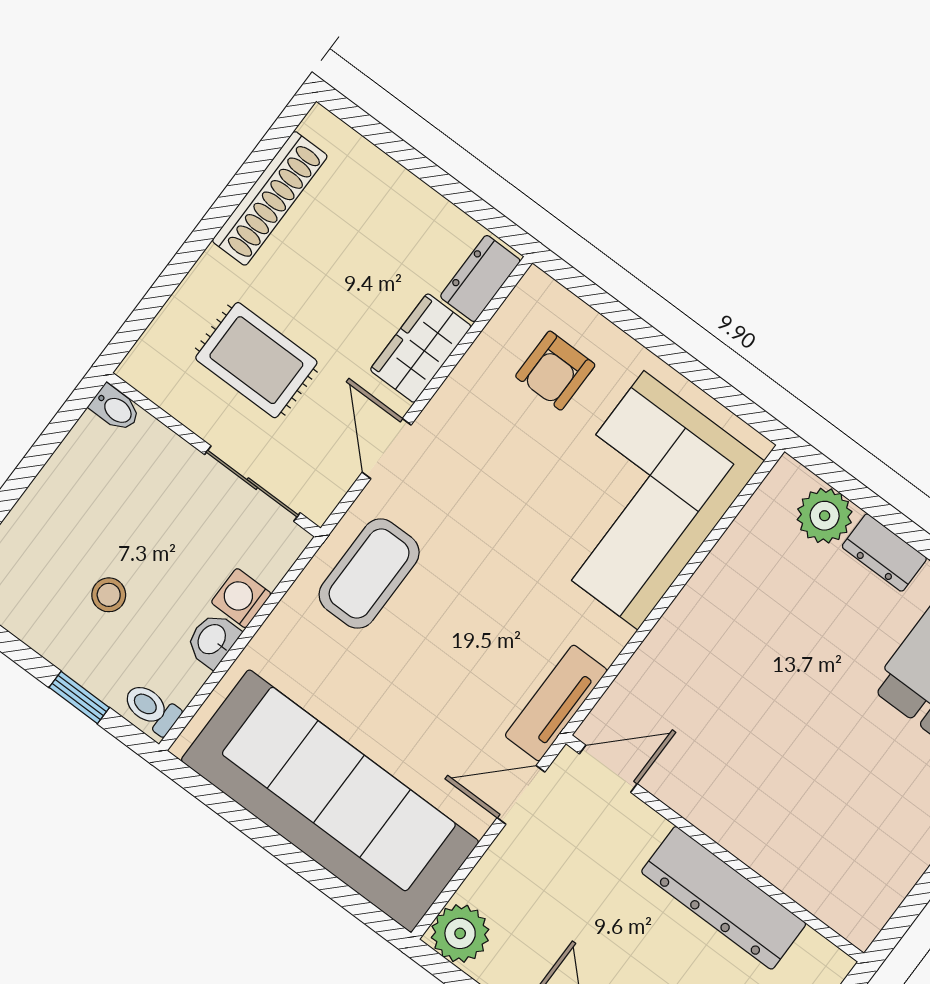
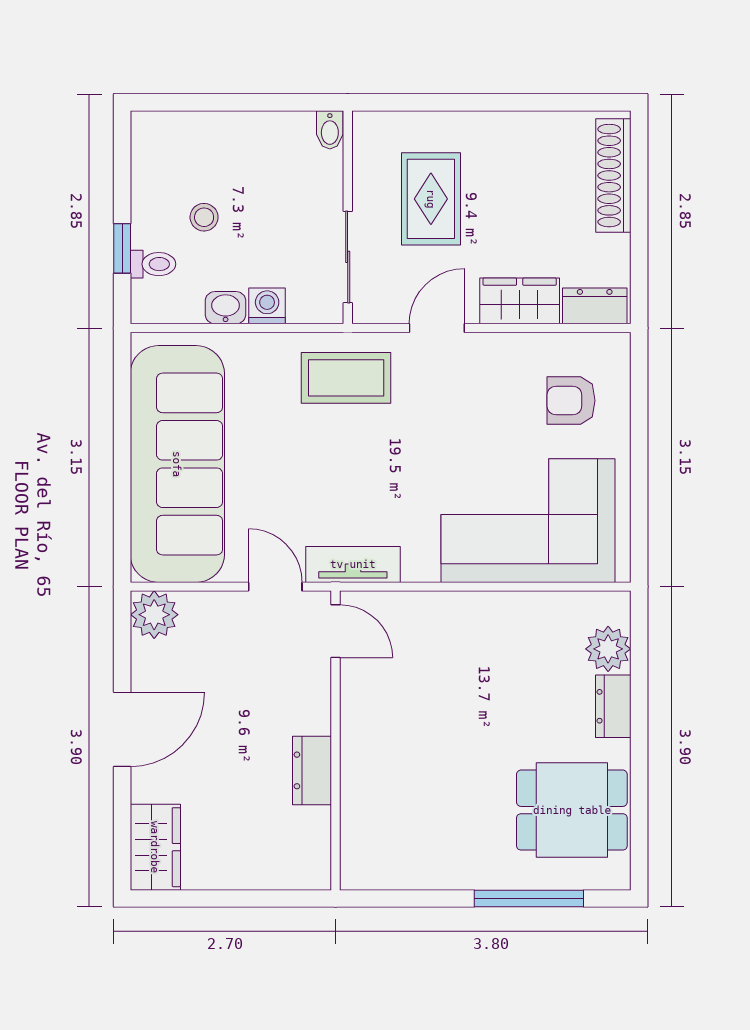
shoe rack: (270, 198) -> (613, 176), moved, turned 90
toilet: (151, 709) -> (153, 264), moved, turned 90
dresser: (724, 898) -> (312, 770), width x0.51, depth x0.80

